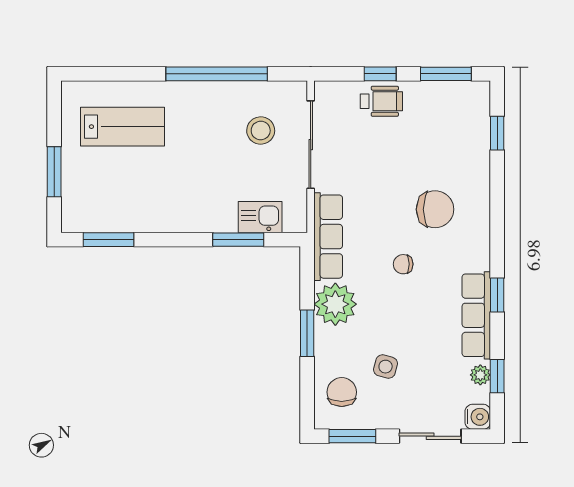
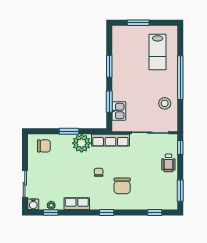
window: (217, 74) -> (180, 78), moved
window: (380, 74) -> (180, 148), moved
stool: (261, 131) -> (165, 103), moved
window: (109, 240) -> (109, 66), moved
window: (497, 295) -> (107, 213), moved
row of seats: (476, 315) -> (77, 204), width x0.68
side table: (386, 367) -> (55, 165), removed
window: (352, 436) -> (25, 151), removed

